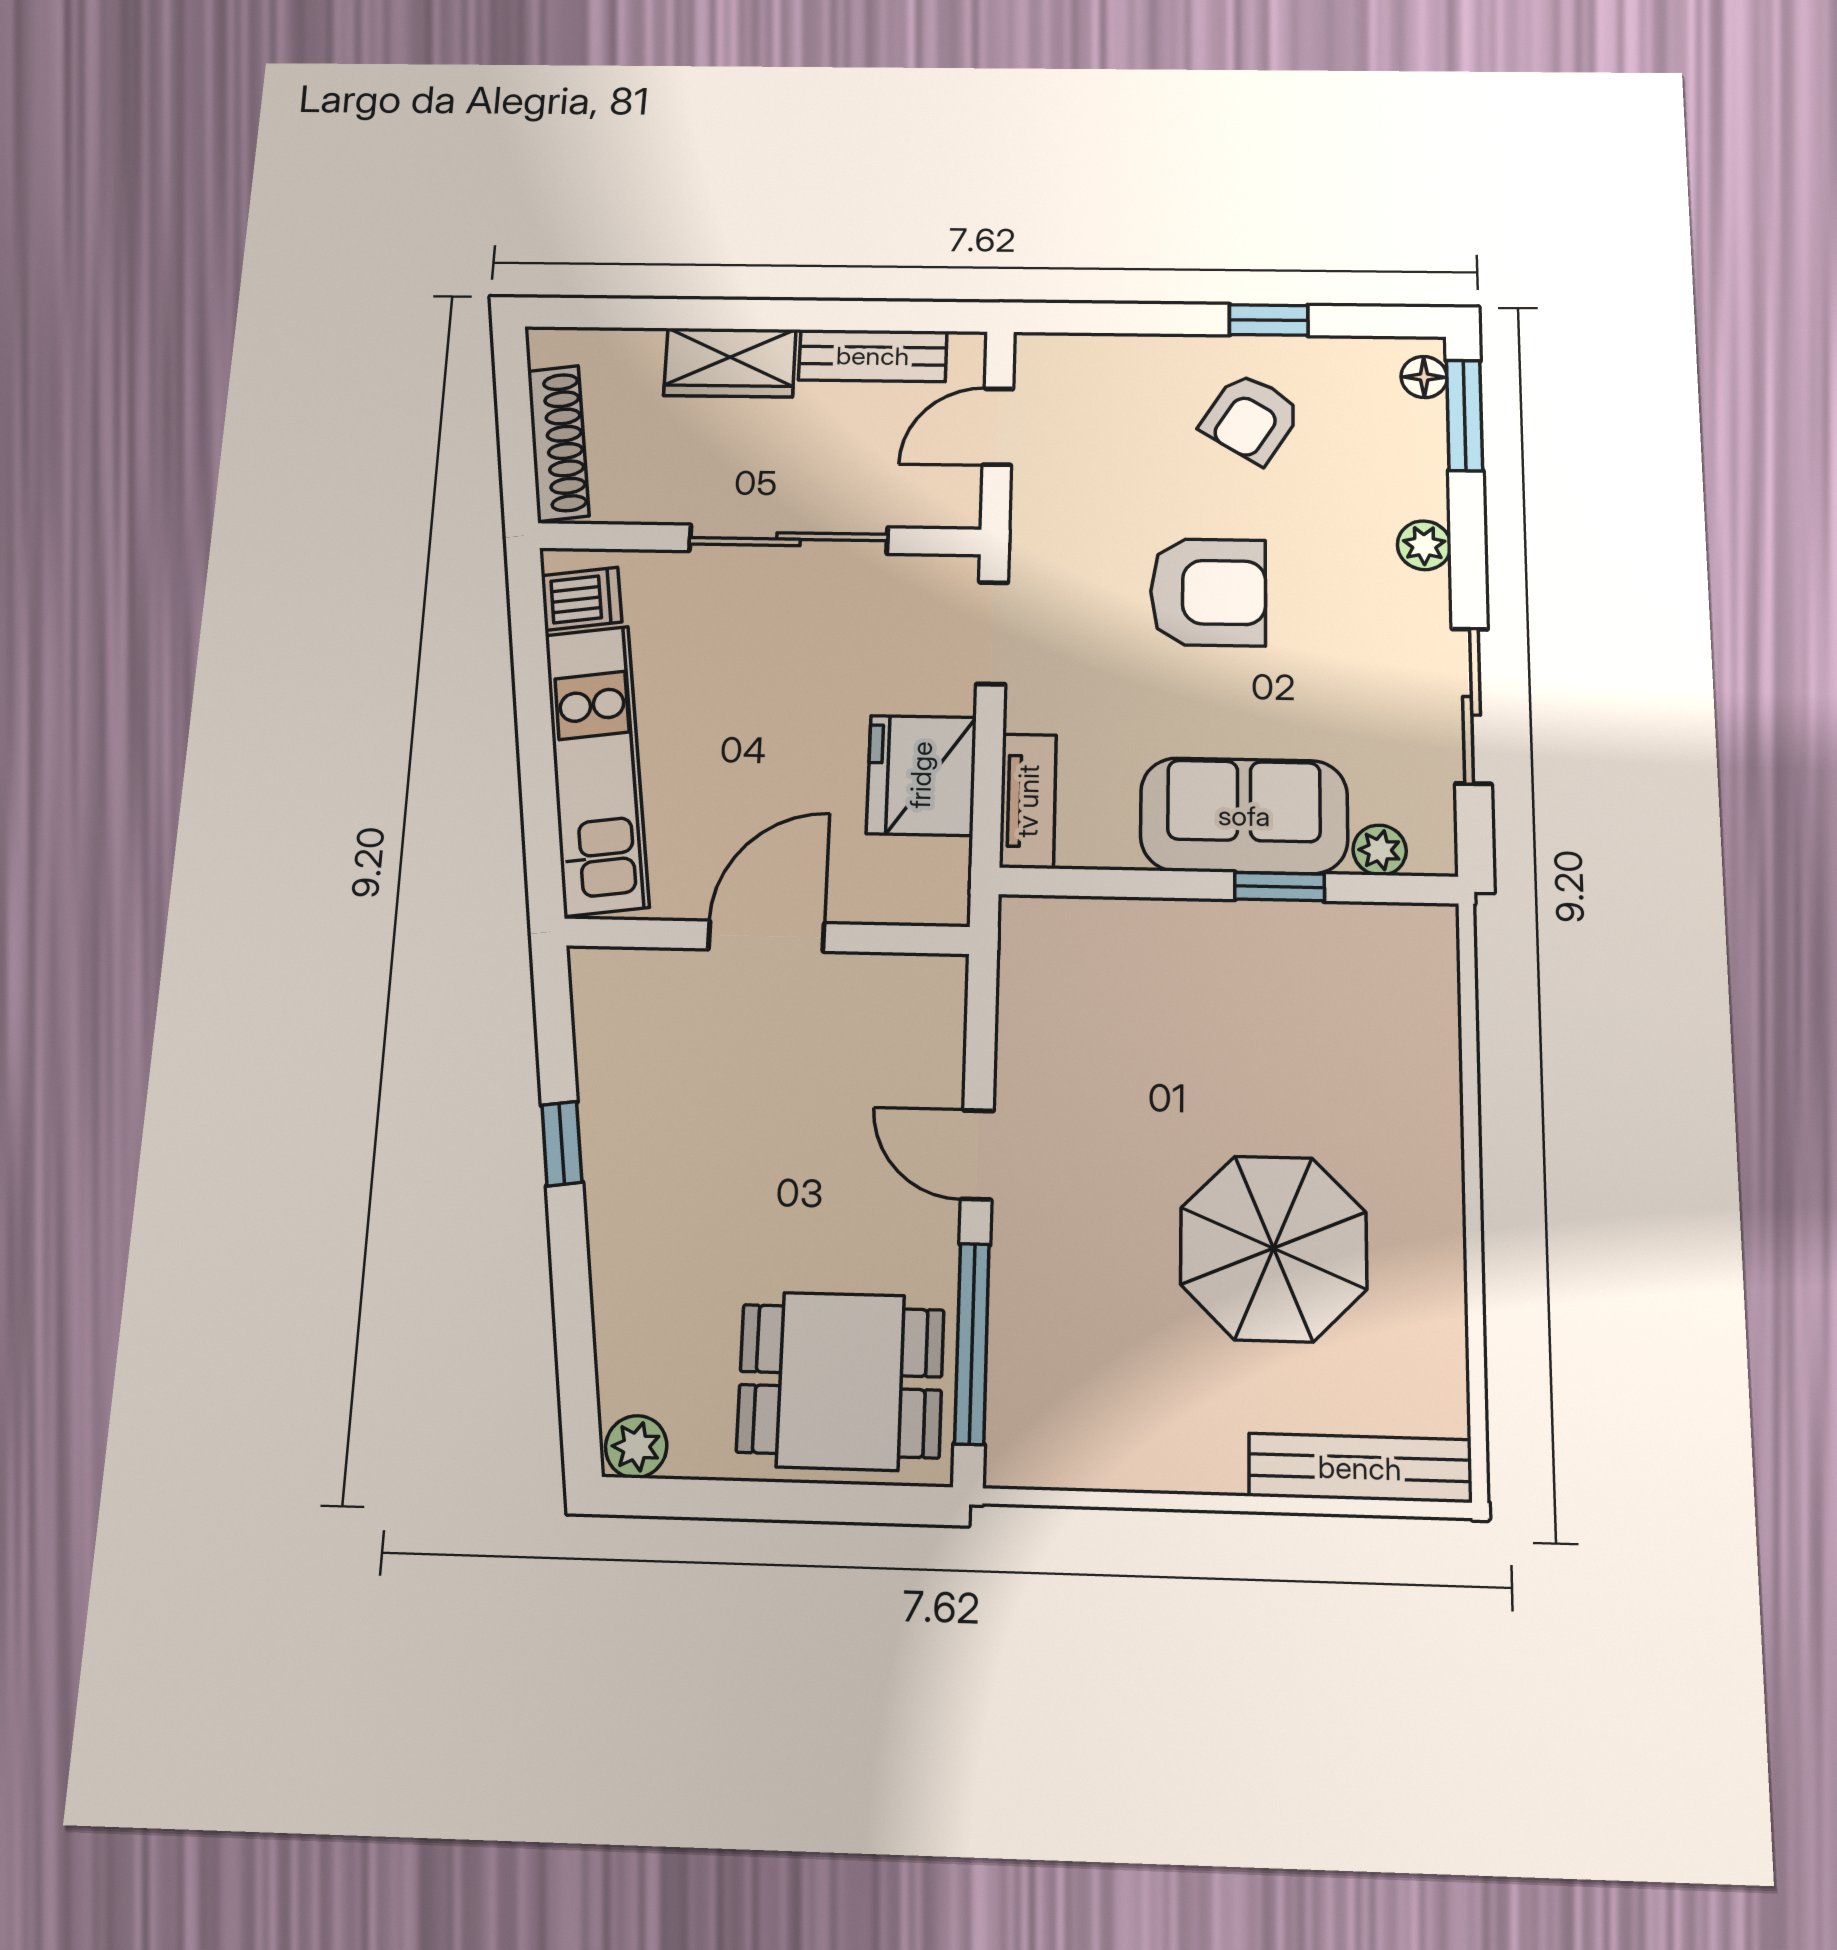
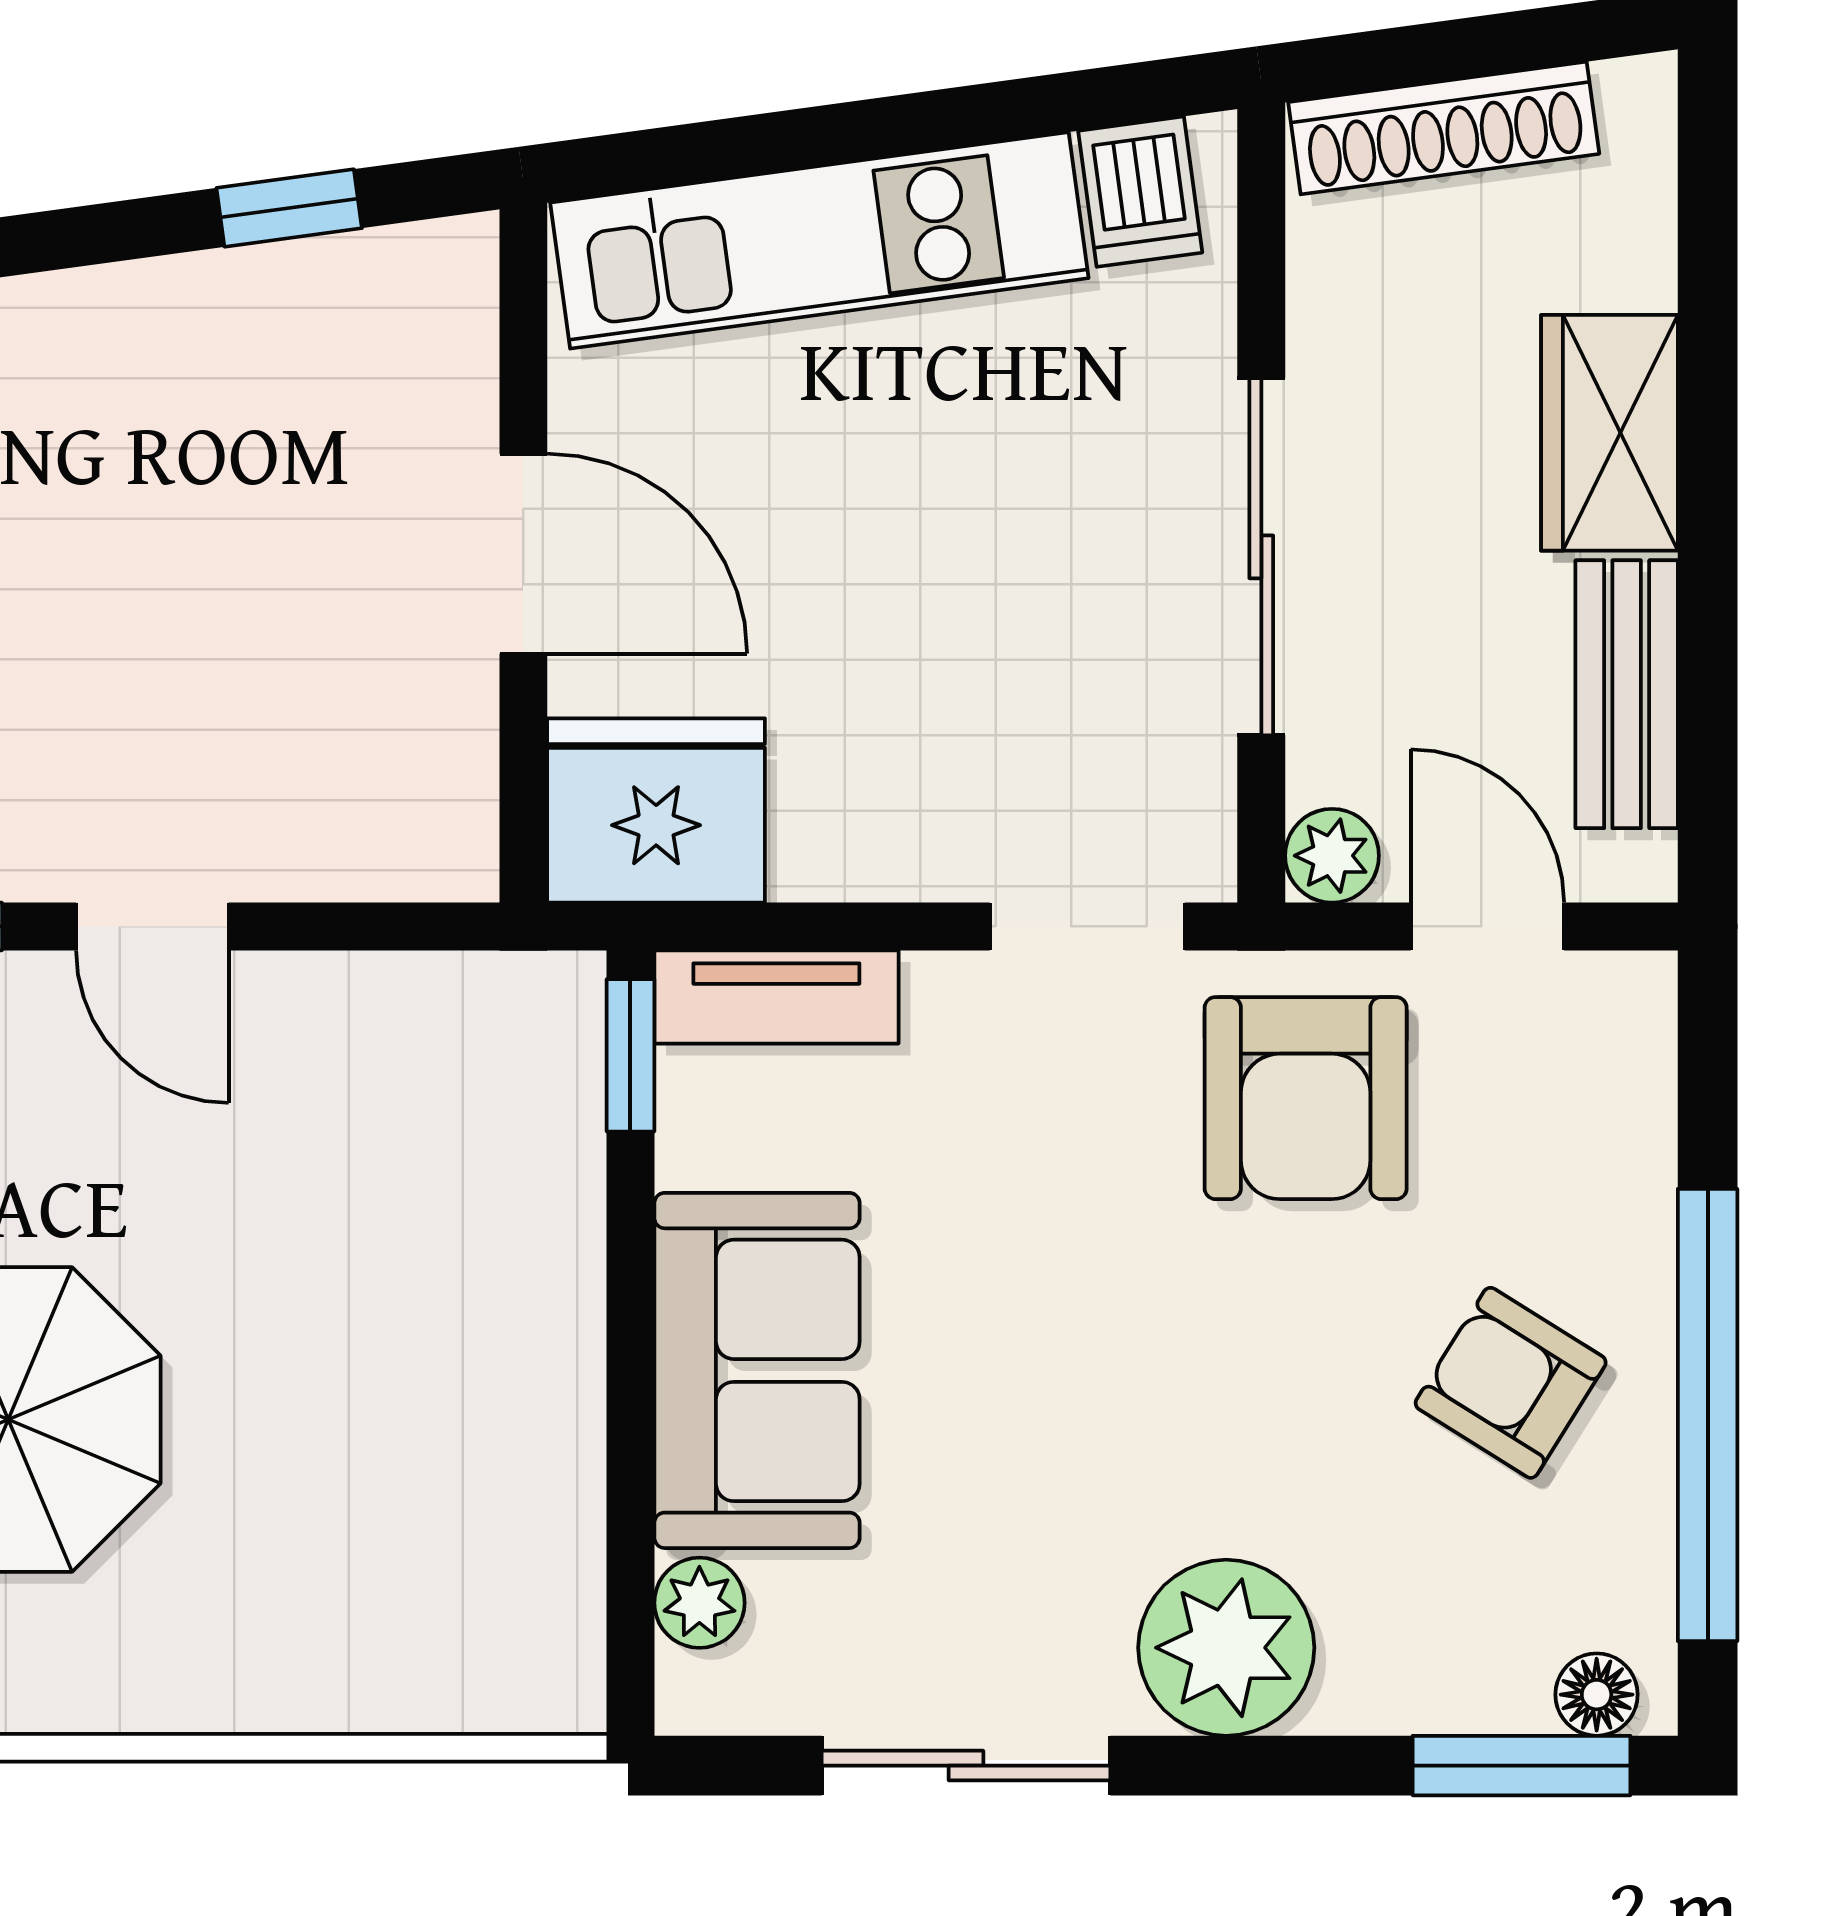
window: (1269, 320) -> (1708, 1415), width x3.17
plant: (956, 505) -> (1332, 856), added
plant: (1424, 545) -> (1226, 1648), width x1.87, depth x1.87
armchair: (1208, 592) -> (1306, 1098), moved
fridge: (921, 775) -> (656, 810), moved
window: (1279, 887) -> (630, 1055), moved
window: (562, 1144) -> (289, 208), moved
door: (977, 1155) -> (152, 926), swing flipped

